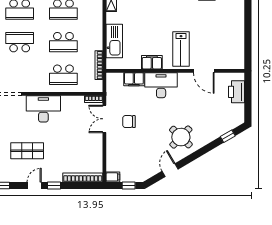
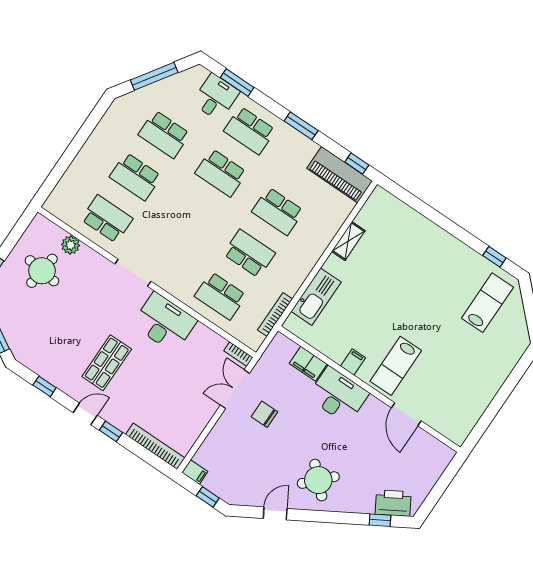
school desk: (20, 42) -> (192, 215), removed
school desk: (63, 42) -> (249, 254), turned 180
filing cabinet: (152, 62) -> (353, 362), width x0.50
printer: (236, 92) -> (393, 503), moved, turned 60
shop shelf: (27, 151) -> (107, 363), turned 90

